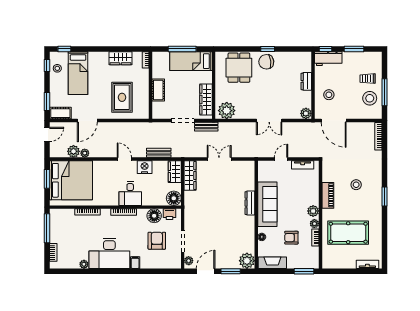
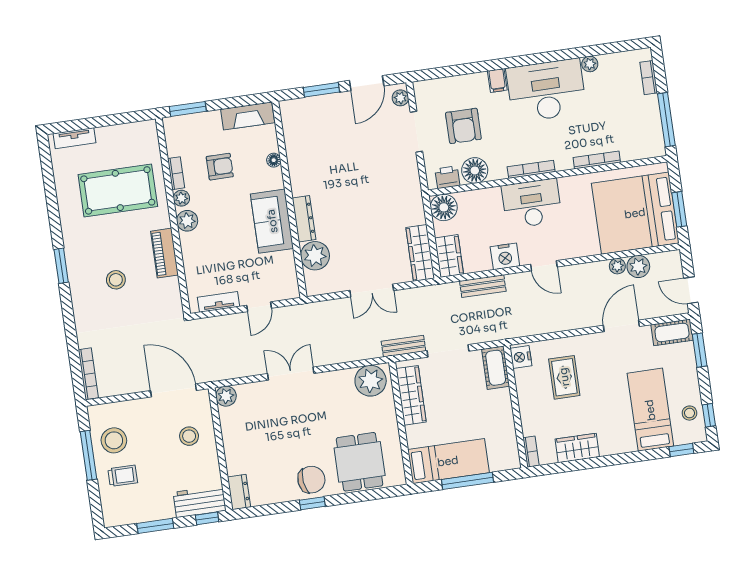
dresser: (306, 81) -> (239, 492), moved
cot: (158, 90) -> (496, 368), moved
rug: (122, 97) -> (564, 377), width x0.73, depth x0.70
nightstand: (144, 112) -> (521, 357), added
door: (47, 134) -> (691, 290), hinge flipped
desk: (130, 194) -> (532, 203), width x1.37
sofa: (267, 204) -> (272, 221), width x0.73
plant: (247, 261) -> (315, 256), moved

